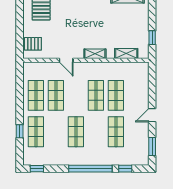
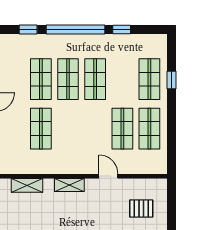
pallet: (33, 44) -> (141, 209), moved
shop shelf: (96, 95) -> (68, 79), moved
window: (37, 169) -> (122, 29), moved

